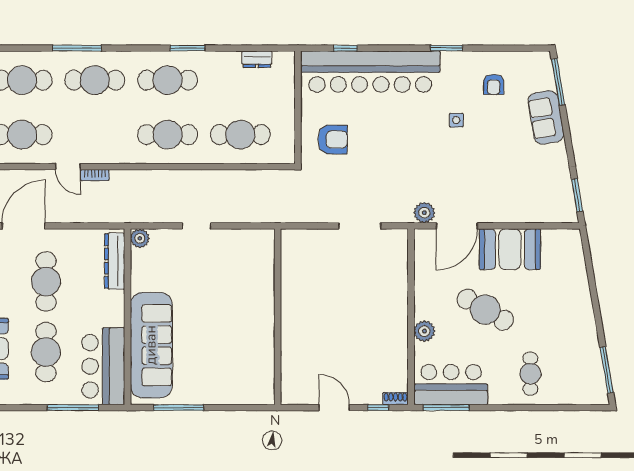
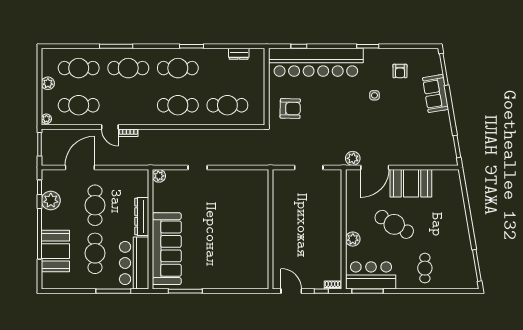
dresser: (115, 261) -> (142, 217), moved
wall: (278, 317) -> (270, 229), moved

